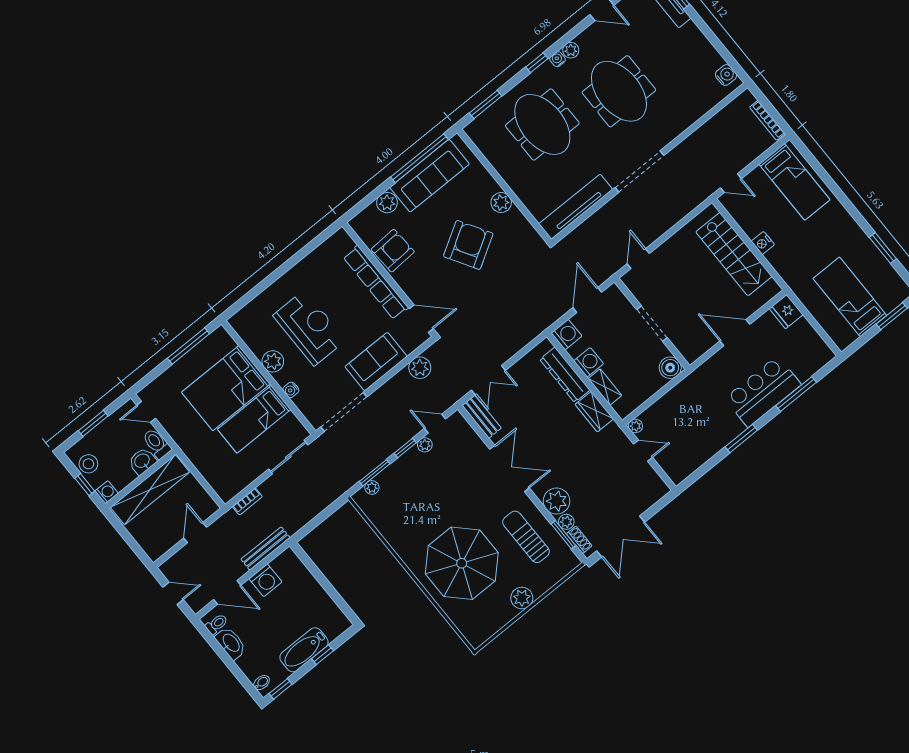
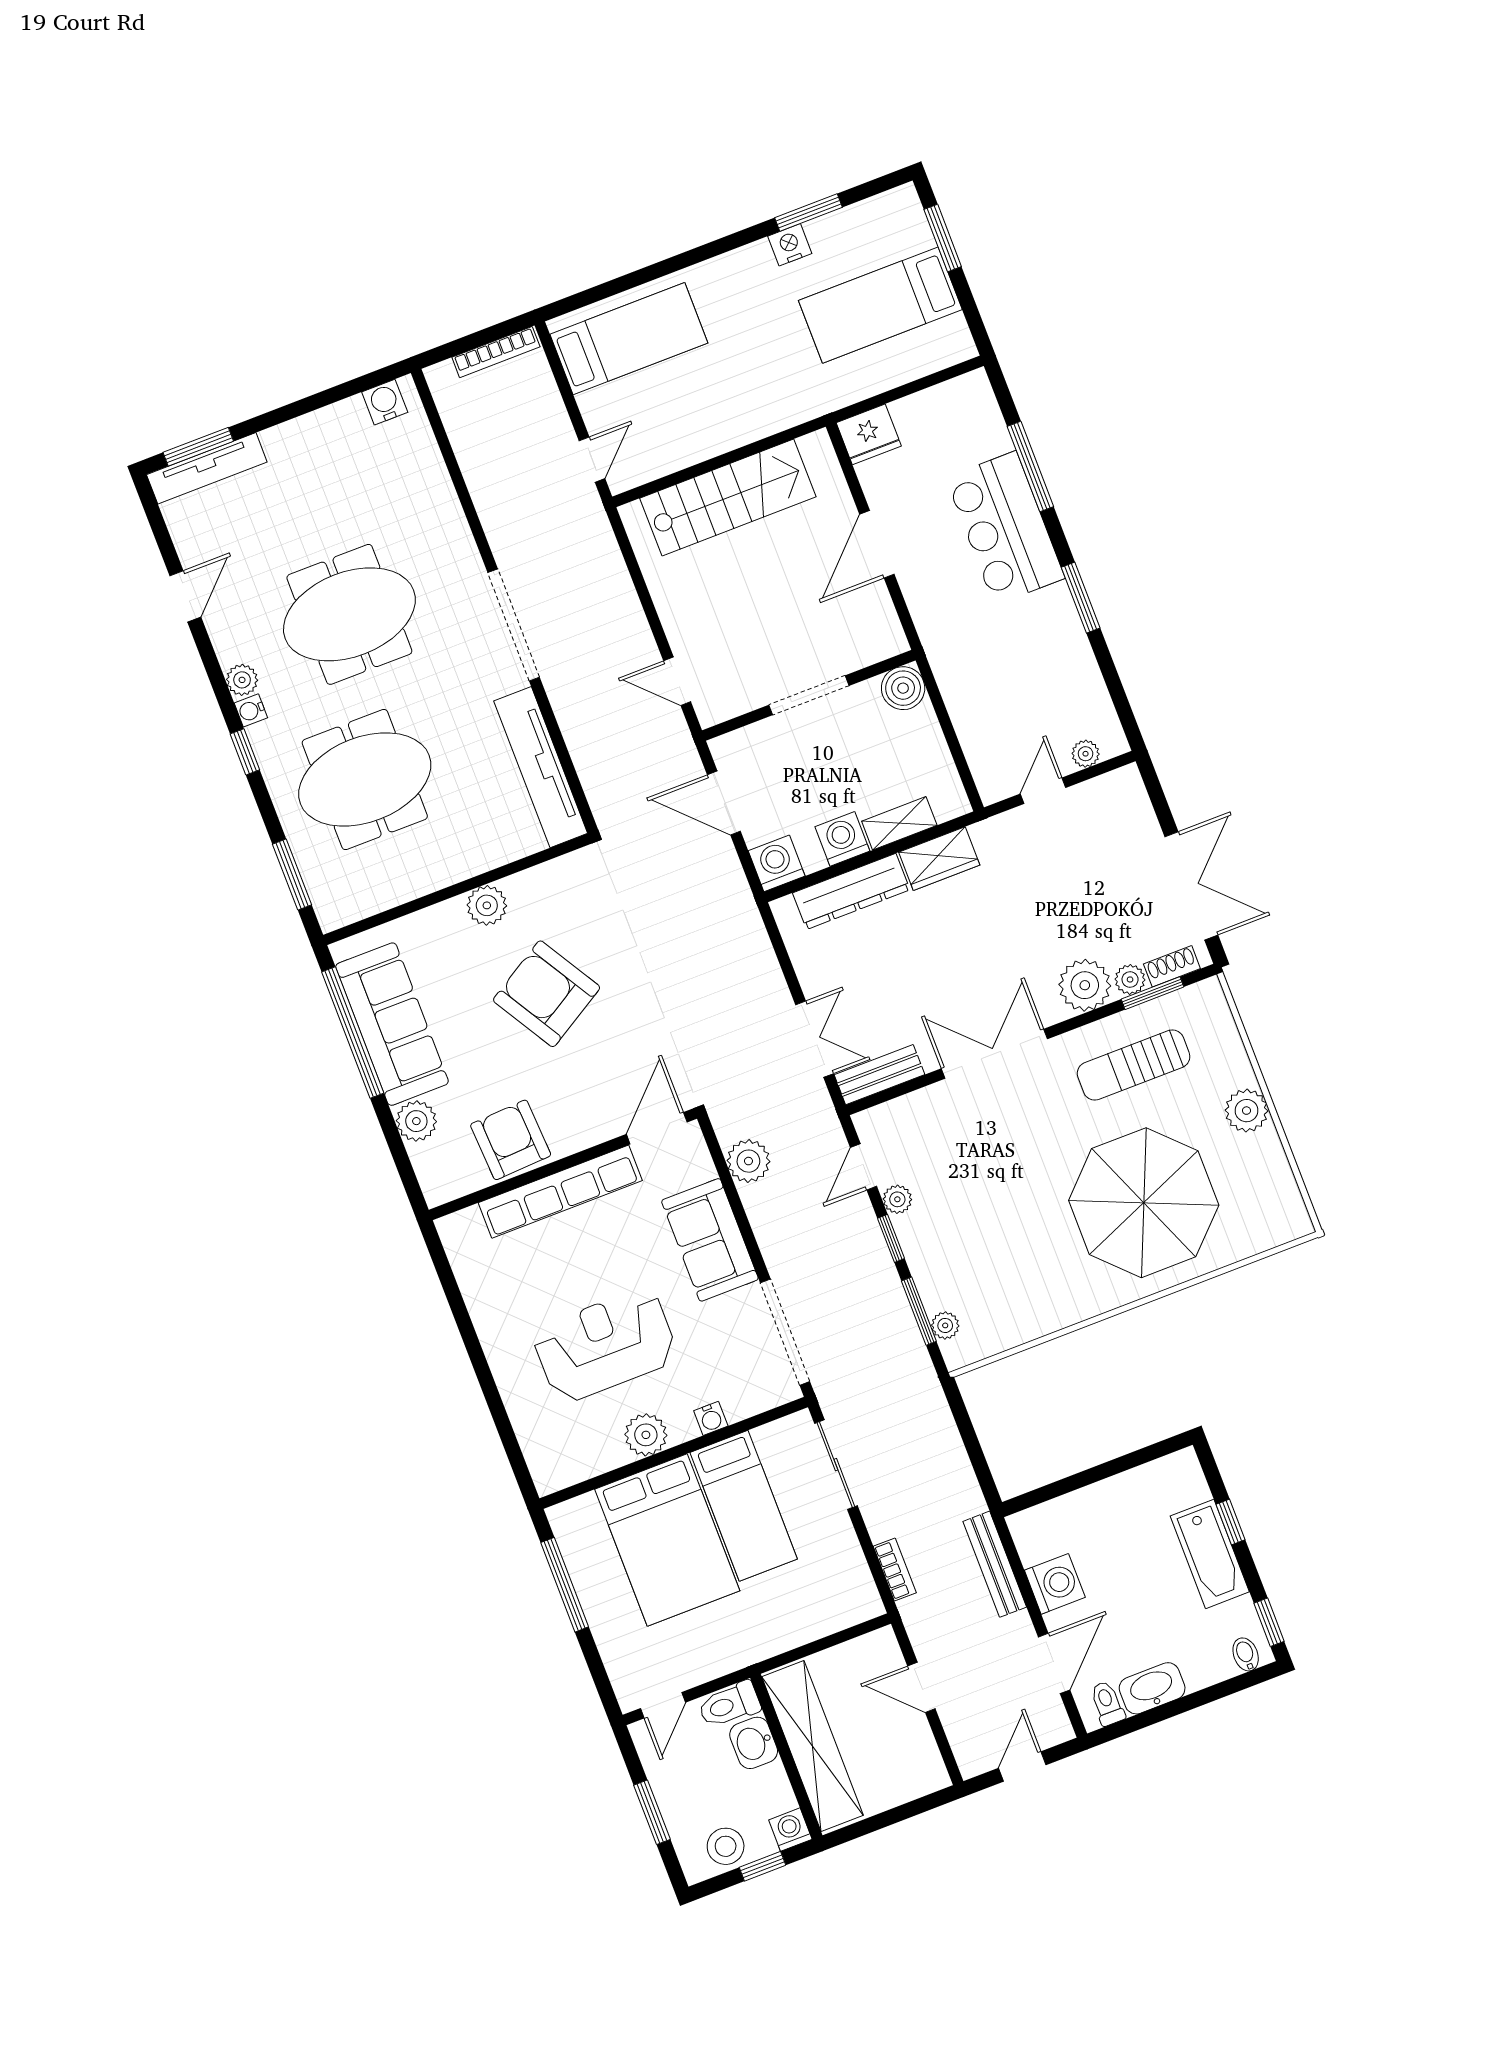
nightstand: (763, 243) -> (790, 245), moved, turned 180
plant: (635, 426) -> (1086, 754), moved

